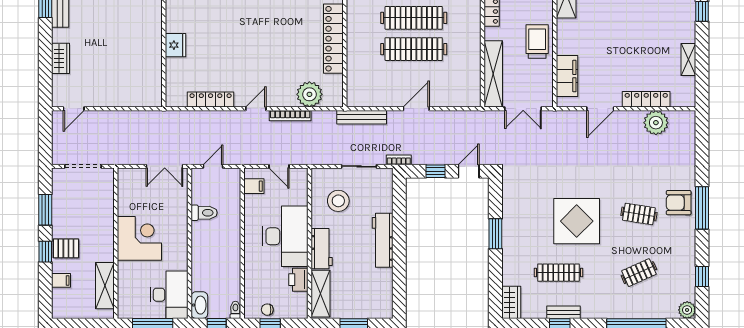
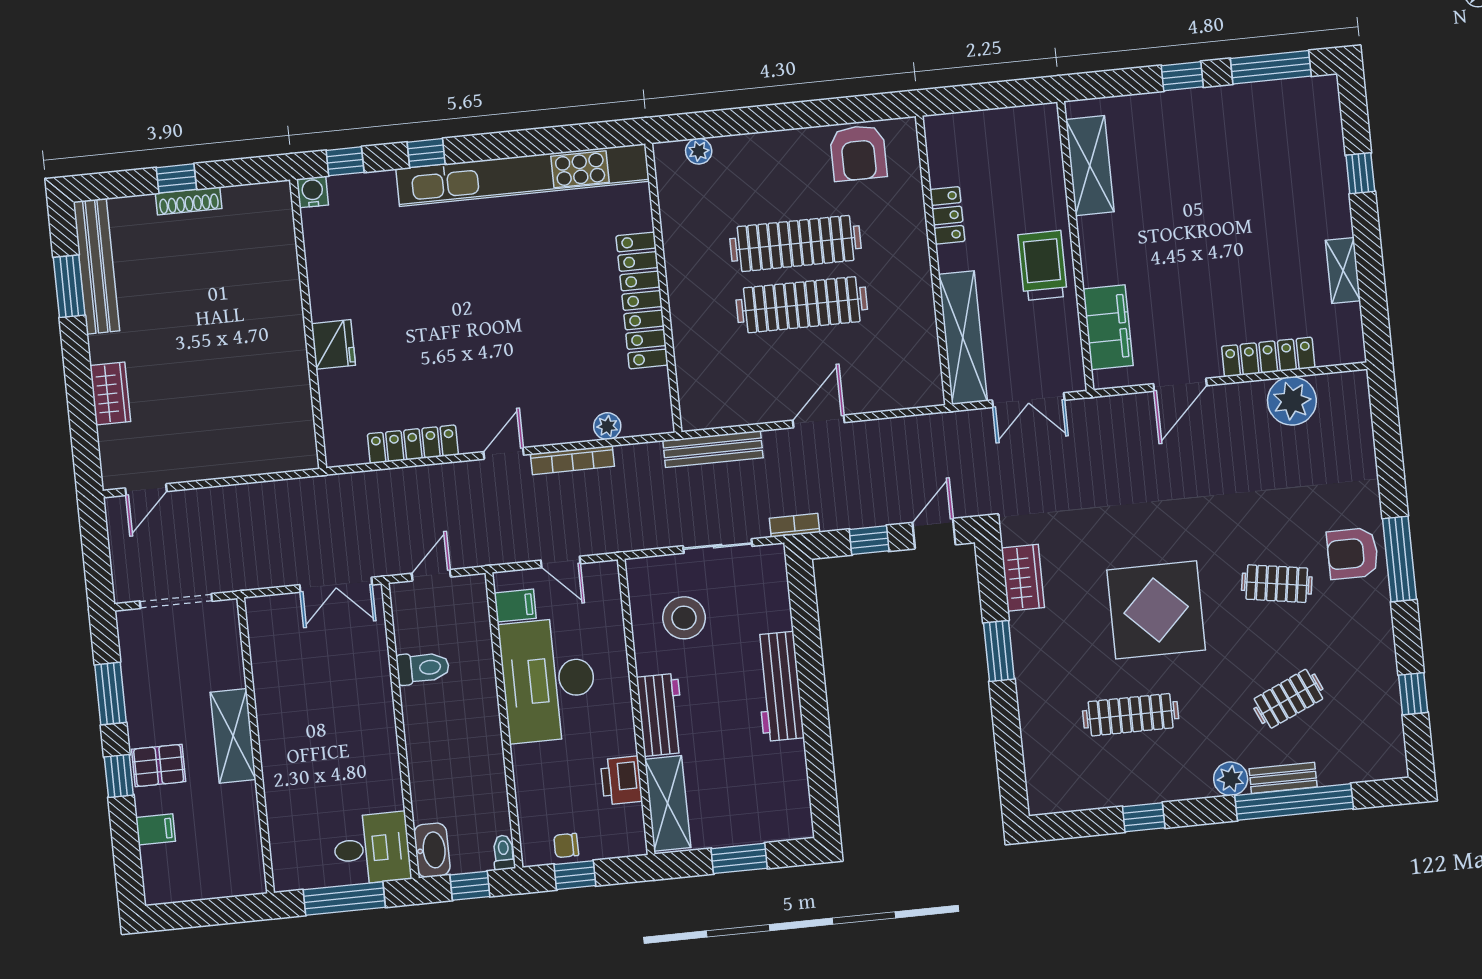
plant: (309, 94) -> (607, 426), width x0.53, depth x0.53
desk: (285, 236) -> (548, 680), moved, turned 180
corner desk: (139, 238) -> (301, 731), removed
shelving: (105, 286) -> (233, 736), moved
desk: (169, 295) -> (372, 849), width x0.73
wardrobe: (511, 302) -> (1023, 578), moved
plant: (687, 310) -> (1231, 779), moved
bench: (563, 312) -> (1283, 778), moved

